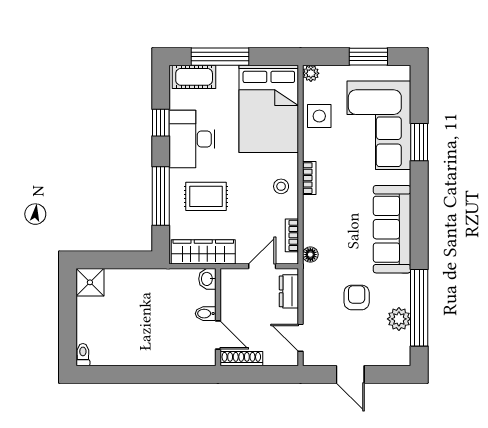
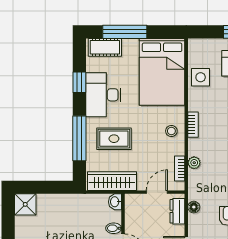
plant: (311, 73) -> (194, 163), moved
floor lamp: (310, 255) -> (194, 207), moved

